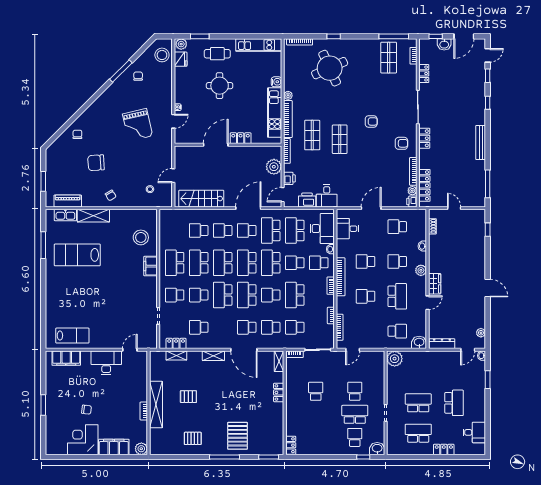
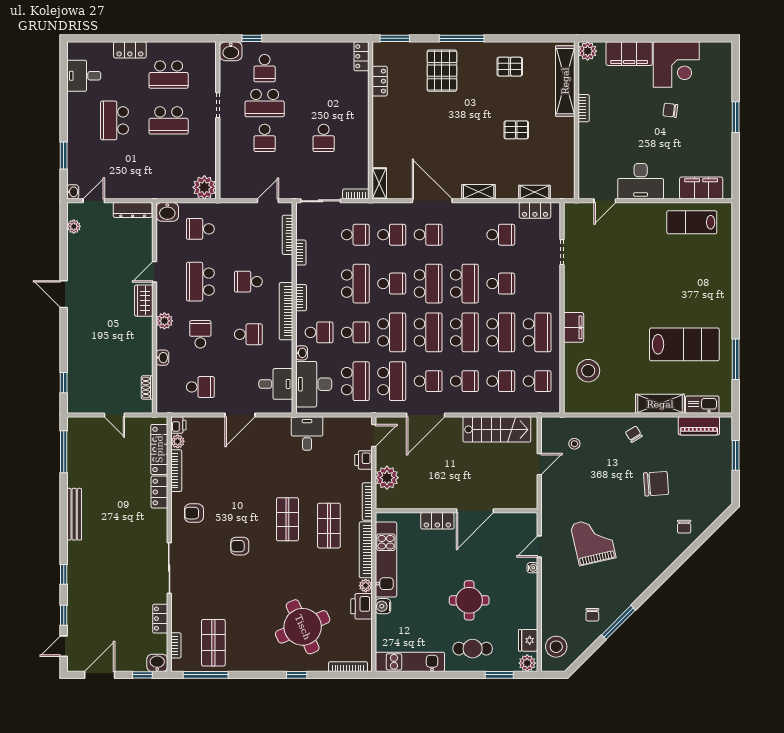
washbasin: (444, 44) -> (157, 663), moved
locker: (424, 138) -> (159, 492), moved
printer: (307, 200) -> (361, 606), moved, turned 90
school desk: (397, 261) -> (200, 334), turned -90
school desk: (175, 295) -> (537, 381), moved
school desk: (366, 296) -> (248, 282), turned 180
locker: (279, 392) -> (380, 81), moved
shelving: (156, 405) -> (565, 81), moved

